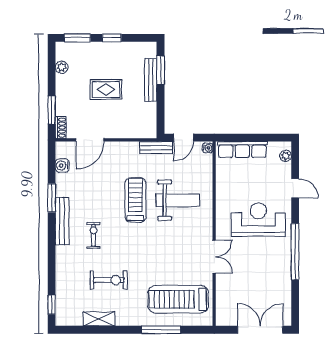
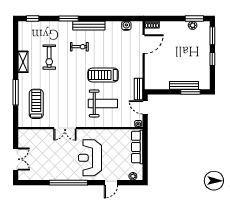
rug: (106, 89) -> (178, 55), removed
window: (52, 110) -> (194, 19), moved
door: (90, 140) -> (144, 44), swing flipped
window: (52, 198) -> (69, 19), moved
treadmill: (135, 200) -> (103, 75), turned 180
weight bench: (178, 200) -> (103, 103), turned -90
reception desk: (258, 220) -> (90, 158), turned 180
treadmill: (178, 299) -> (36, 104), width x0.73, depth x0.73
shelving: (99, 319) -> (23, 62), moved
double door: (260, 330) -> (16, 159), width x0.73

